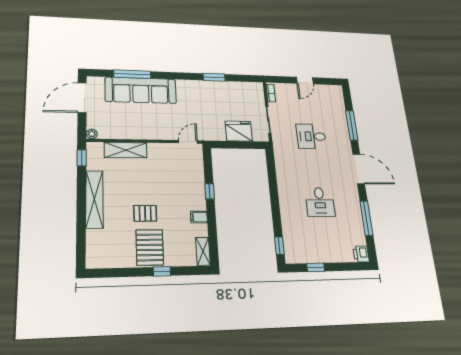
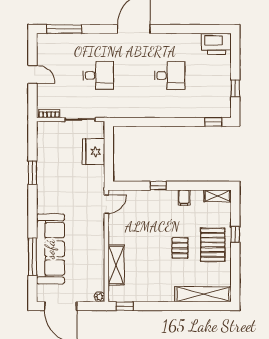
window: (352, 125) -> (64, 29), moved
desk: (311, 136) -> (98, 75), turned -90
door: (188, 142) -> (106, 204), swing flipped
shelving: (94, 199) -> (203, 294), moved
window: (366, 218) -> (187, 29), removed
pallet: (150, 247) -> (213, 245), turned 90
printer: (361, 254) -> (216, 44), width x1.87, depth x1.48

